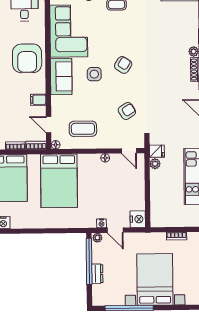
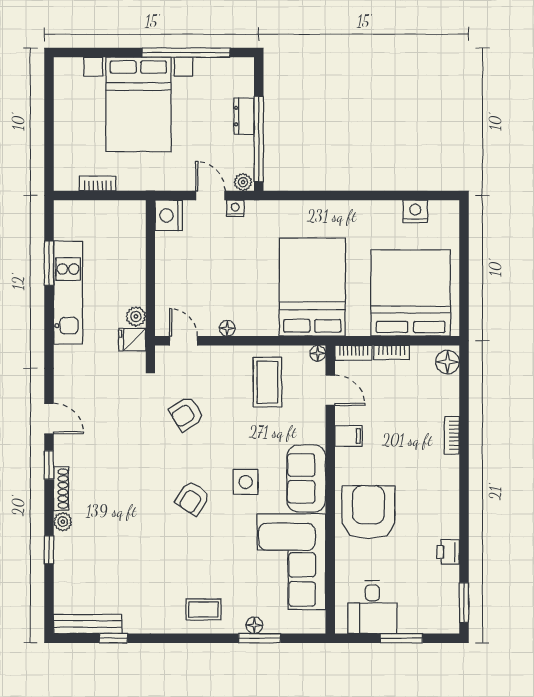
coffee table: (83, 129) -> (267, 382), turned 90

